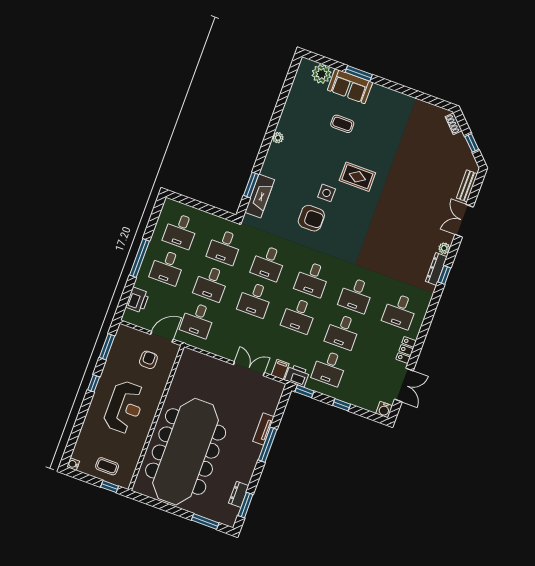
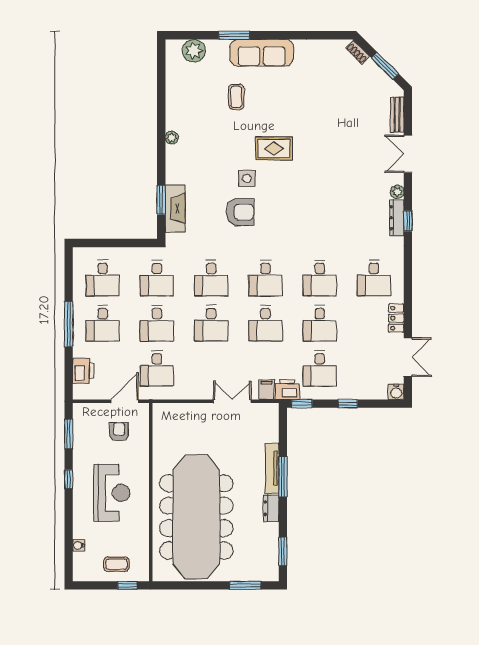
sofa: (350, 86) -> (262, 53), moved, width x1.36
coffee table: (342, 124) -> (236, 97), turned 90
window: (472, 143) -> (385, 66), width x1.50
tv unit: (263, 429) -> (272, 468), width x1.41
water cooler: (73, 464) -> (79, 545), moved
dresser: (239, 494) -> (271, 508), moved

